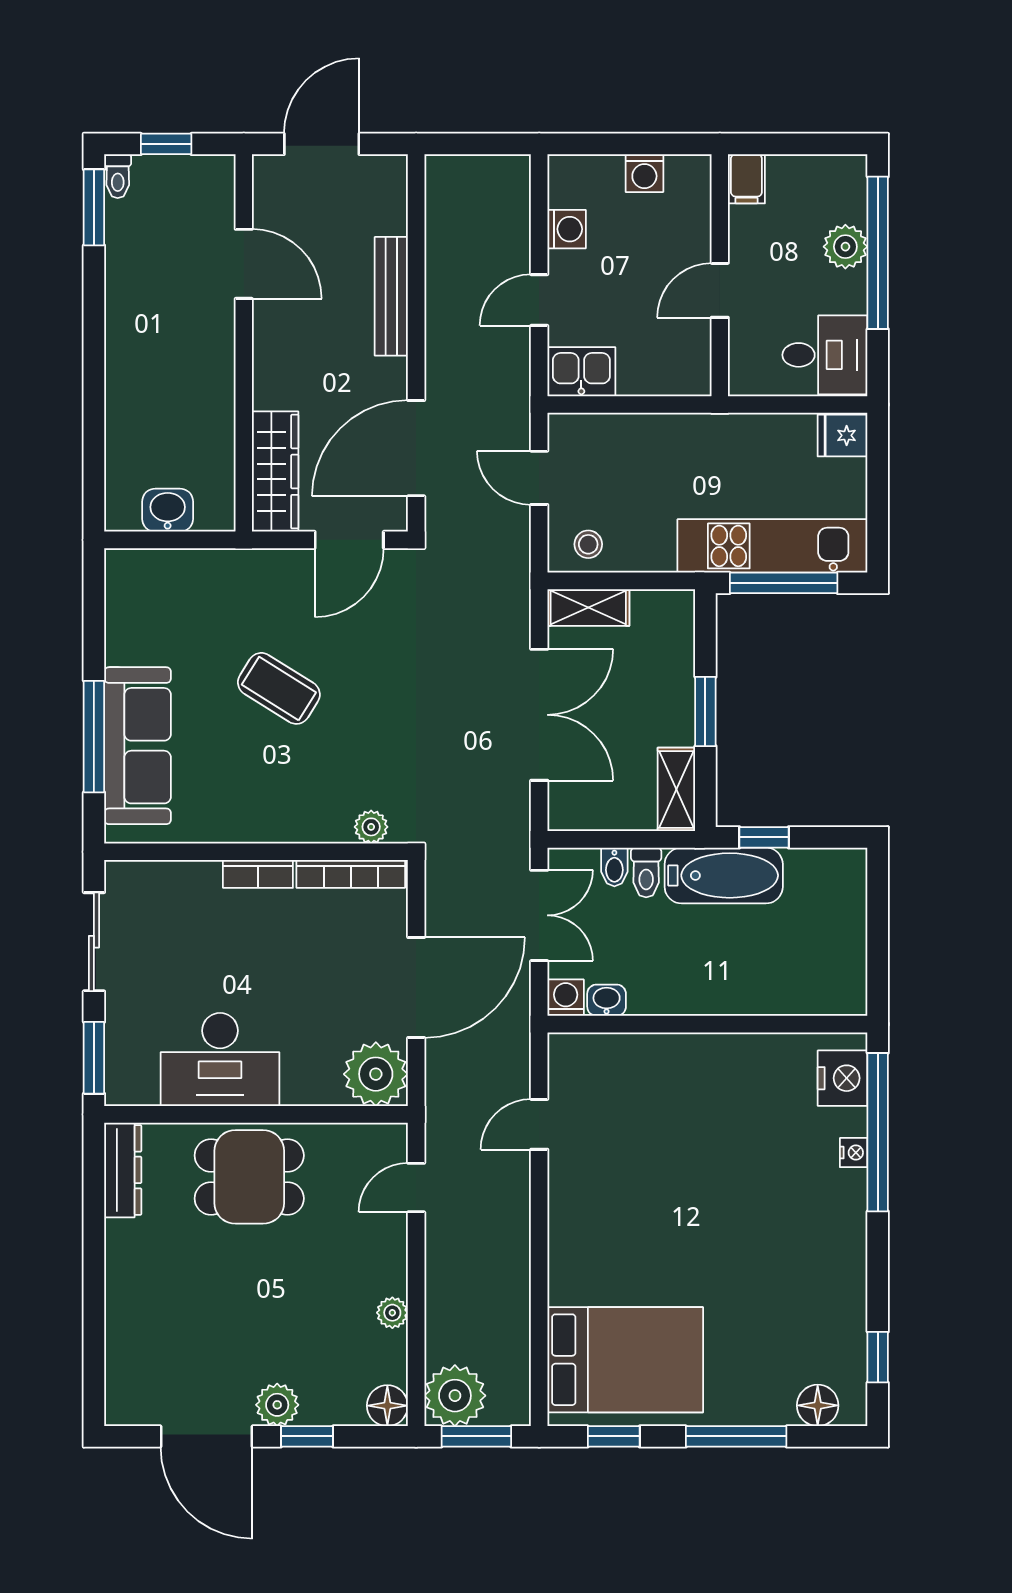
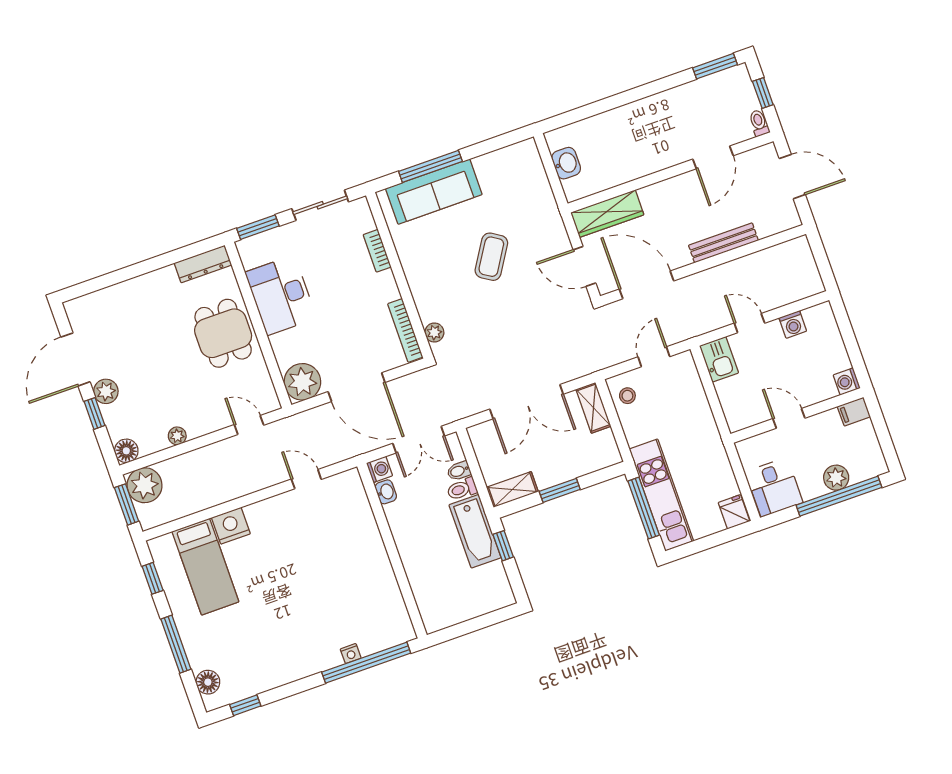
washing machine: (644, 173) -> (847, 382), moved
toilet: (118, 176) -> (759, 123), moved, turned 90
bookcase: (258, 874) -> (377, 251), moved
nightstand: (843, 1078) -> (231, 526), moved, turned 180
bed: (625, 1360) -> (205, 567), width x0.67

